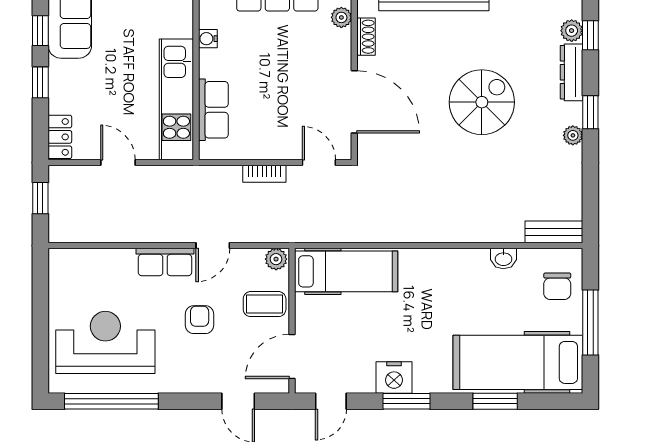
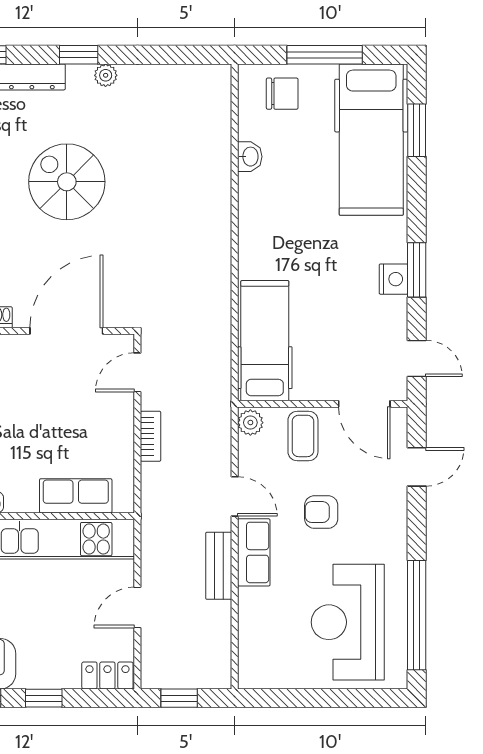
bench: (554, 232) -> (219, 566), moved
nightstand: (394, 377) -> (393, 279), width x0.74, depth x0.75
window: (495, 401) -> (417, 130), moved

